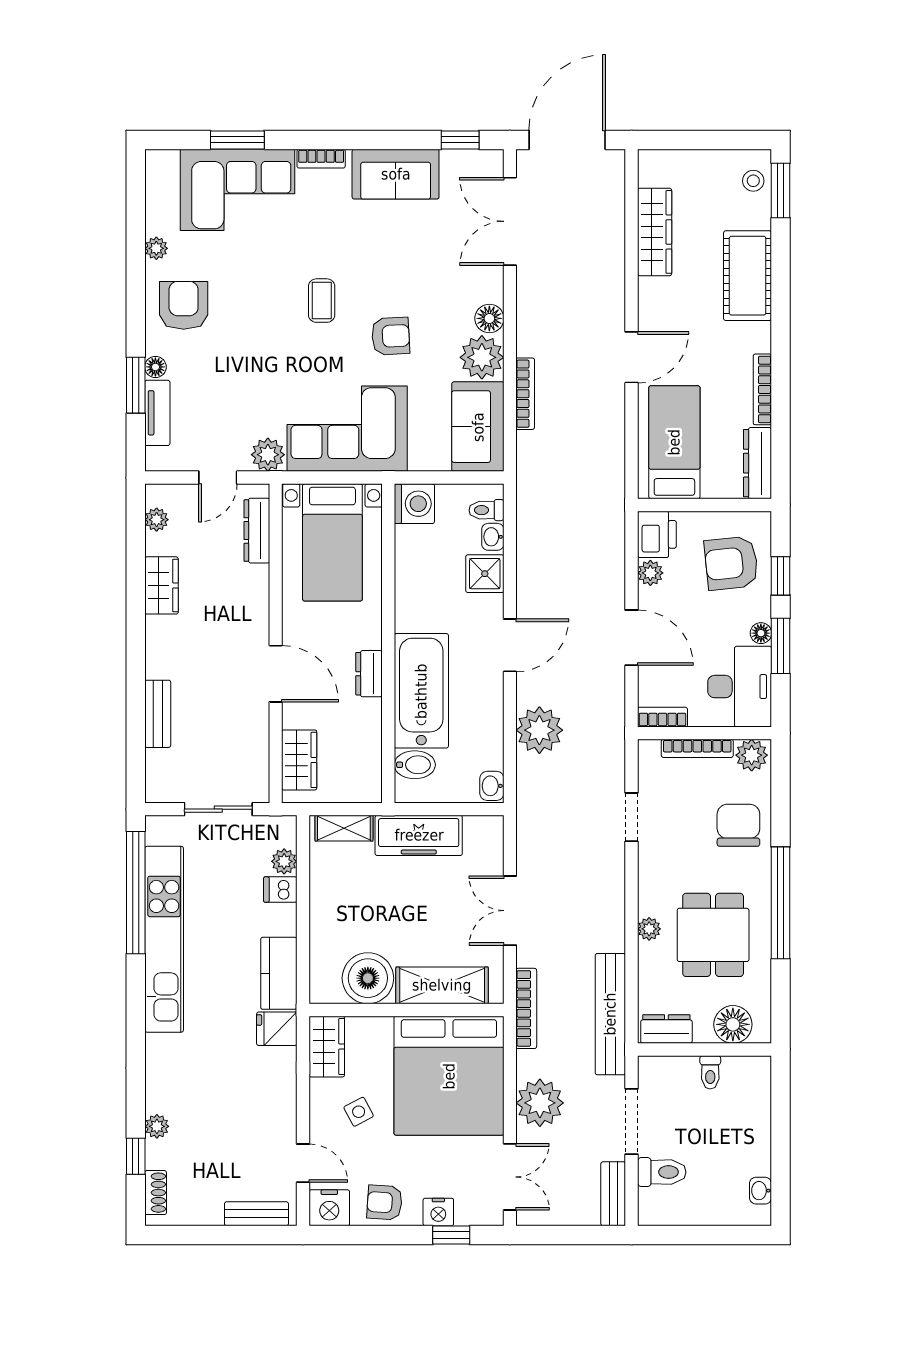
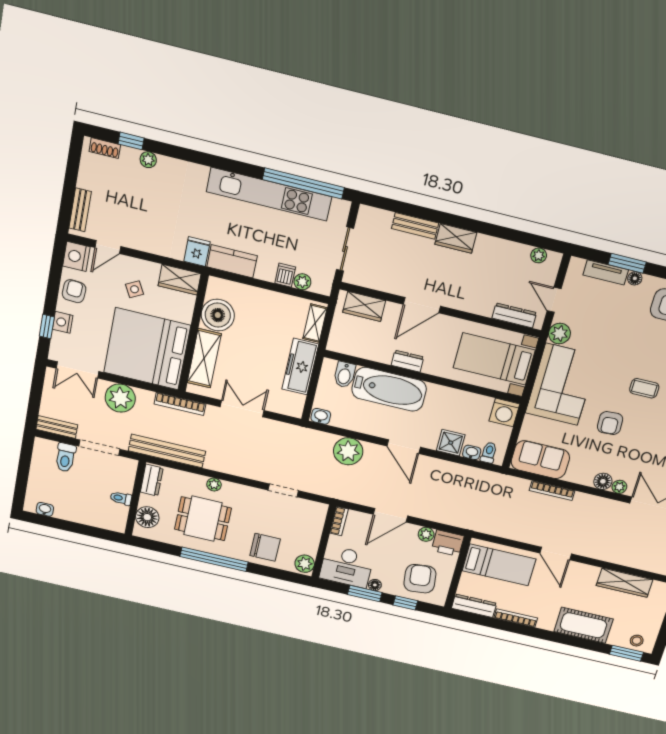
plant: (482, 357) -> (619, 487), moved, width x0.53, depth x0.53
wardrobe: (161, 585) -> (456, 238), moved
bookcase: (697, 748) -> (316, 536), removed

